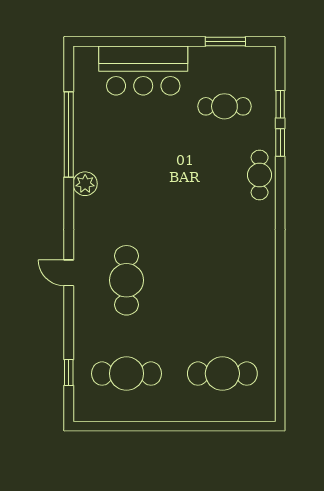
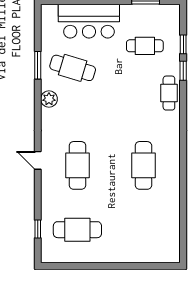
window: (69, 135) -> (38, 65), width x0.47
cafe table: (119, 138) -> (73, 68), added
cafe table: (222, 374) -> (143, 165), moved, turned 90

